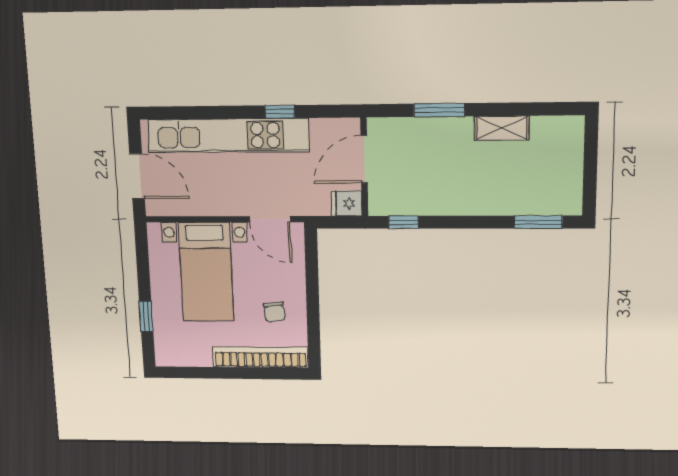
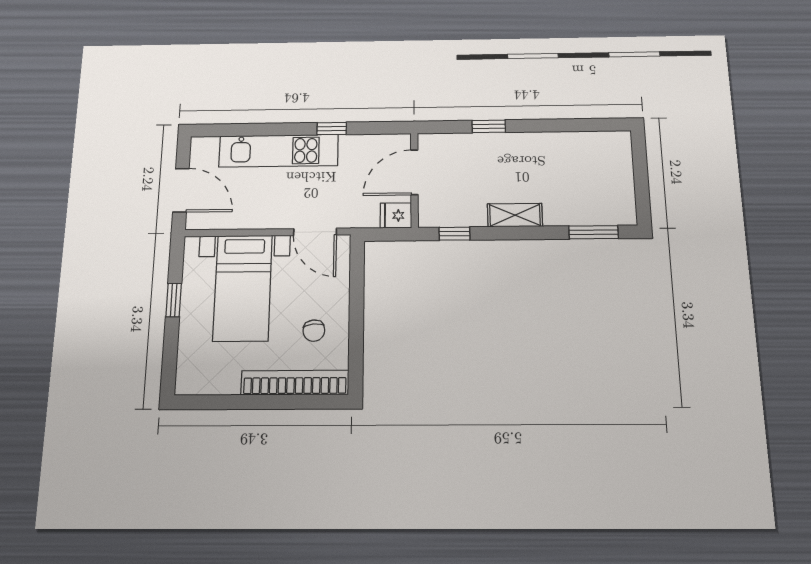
window: (439, 110) -> (489, 126), width x0.67
shelving: (502, 128) -> (515, 215), moved
kitchen unit: (228, 136) -> (279, 151), width x0.73
window: (146, 316) -> (174, 300), moved

